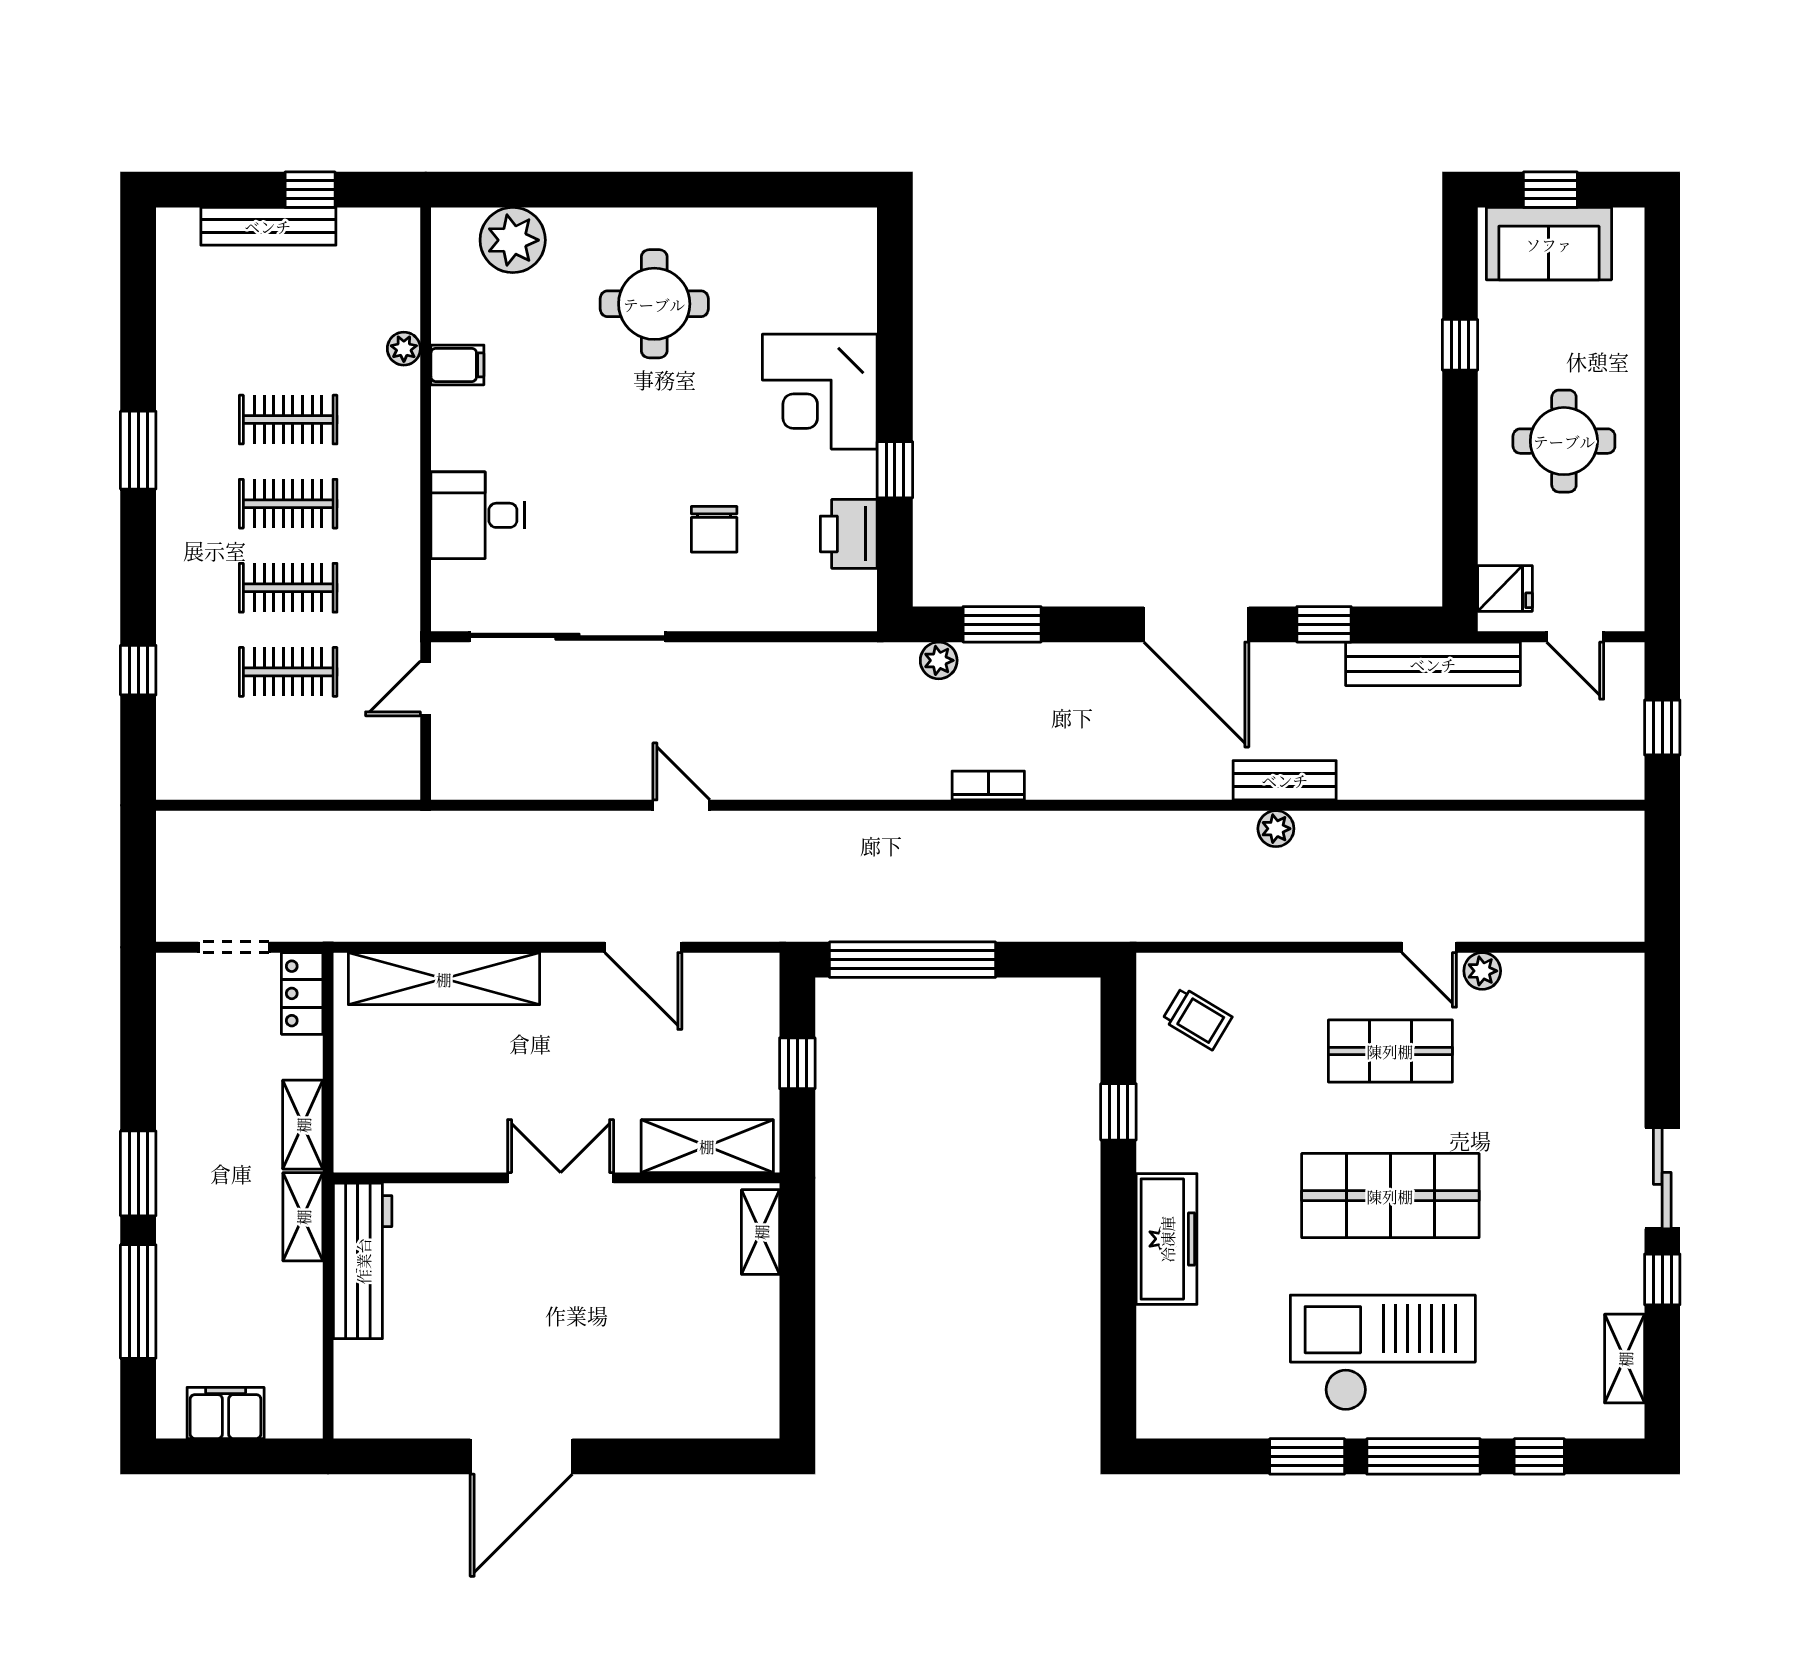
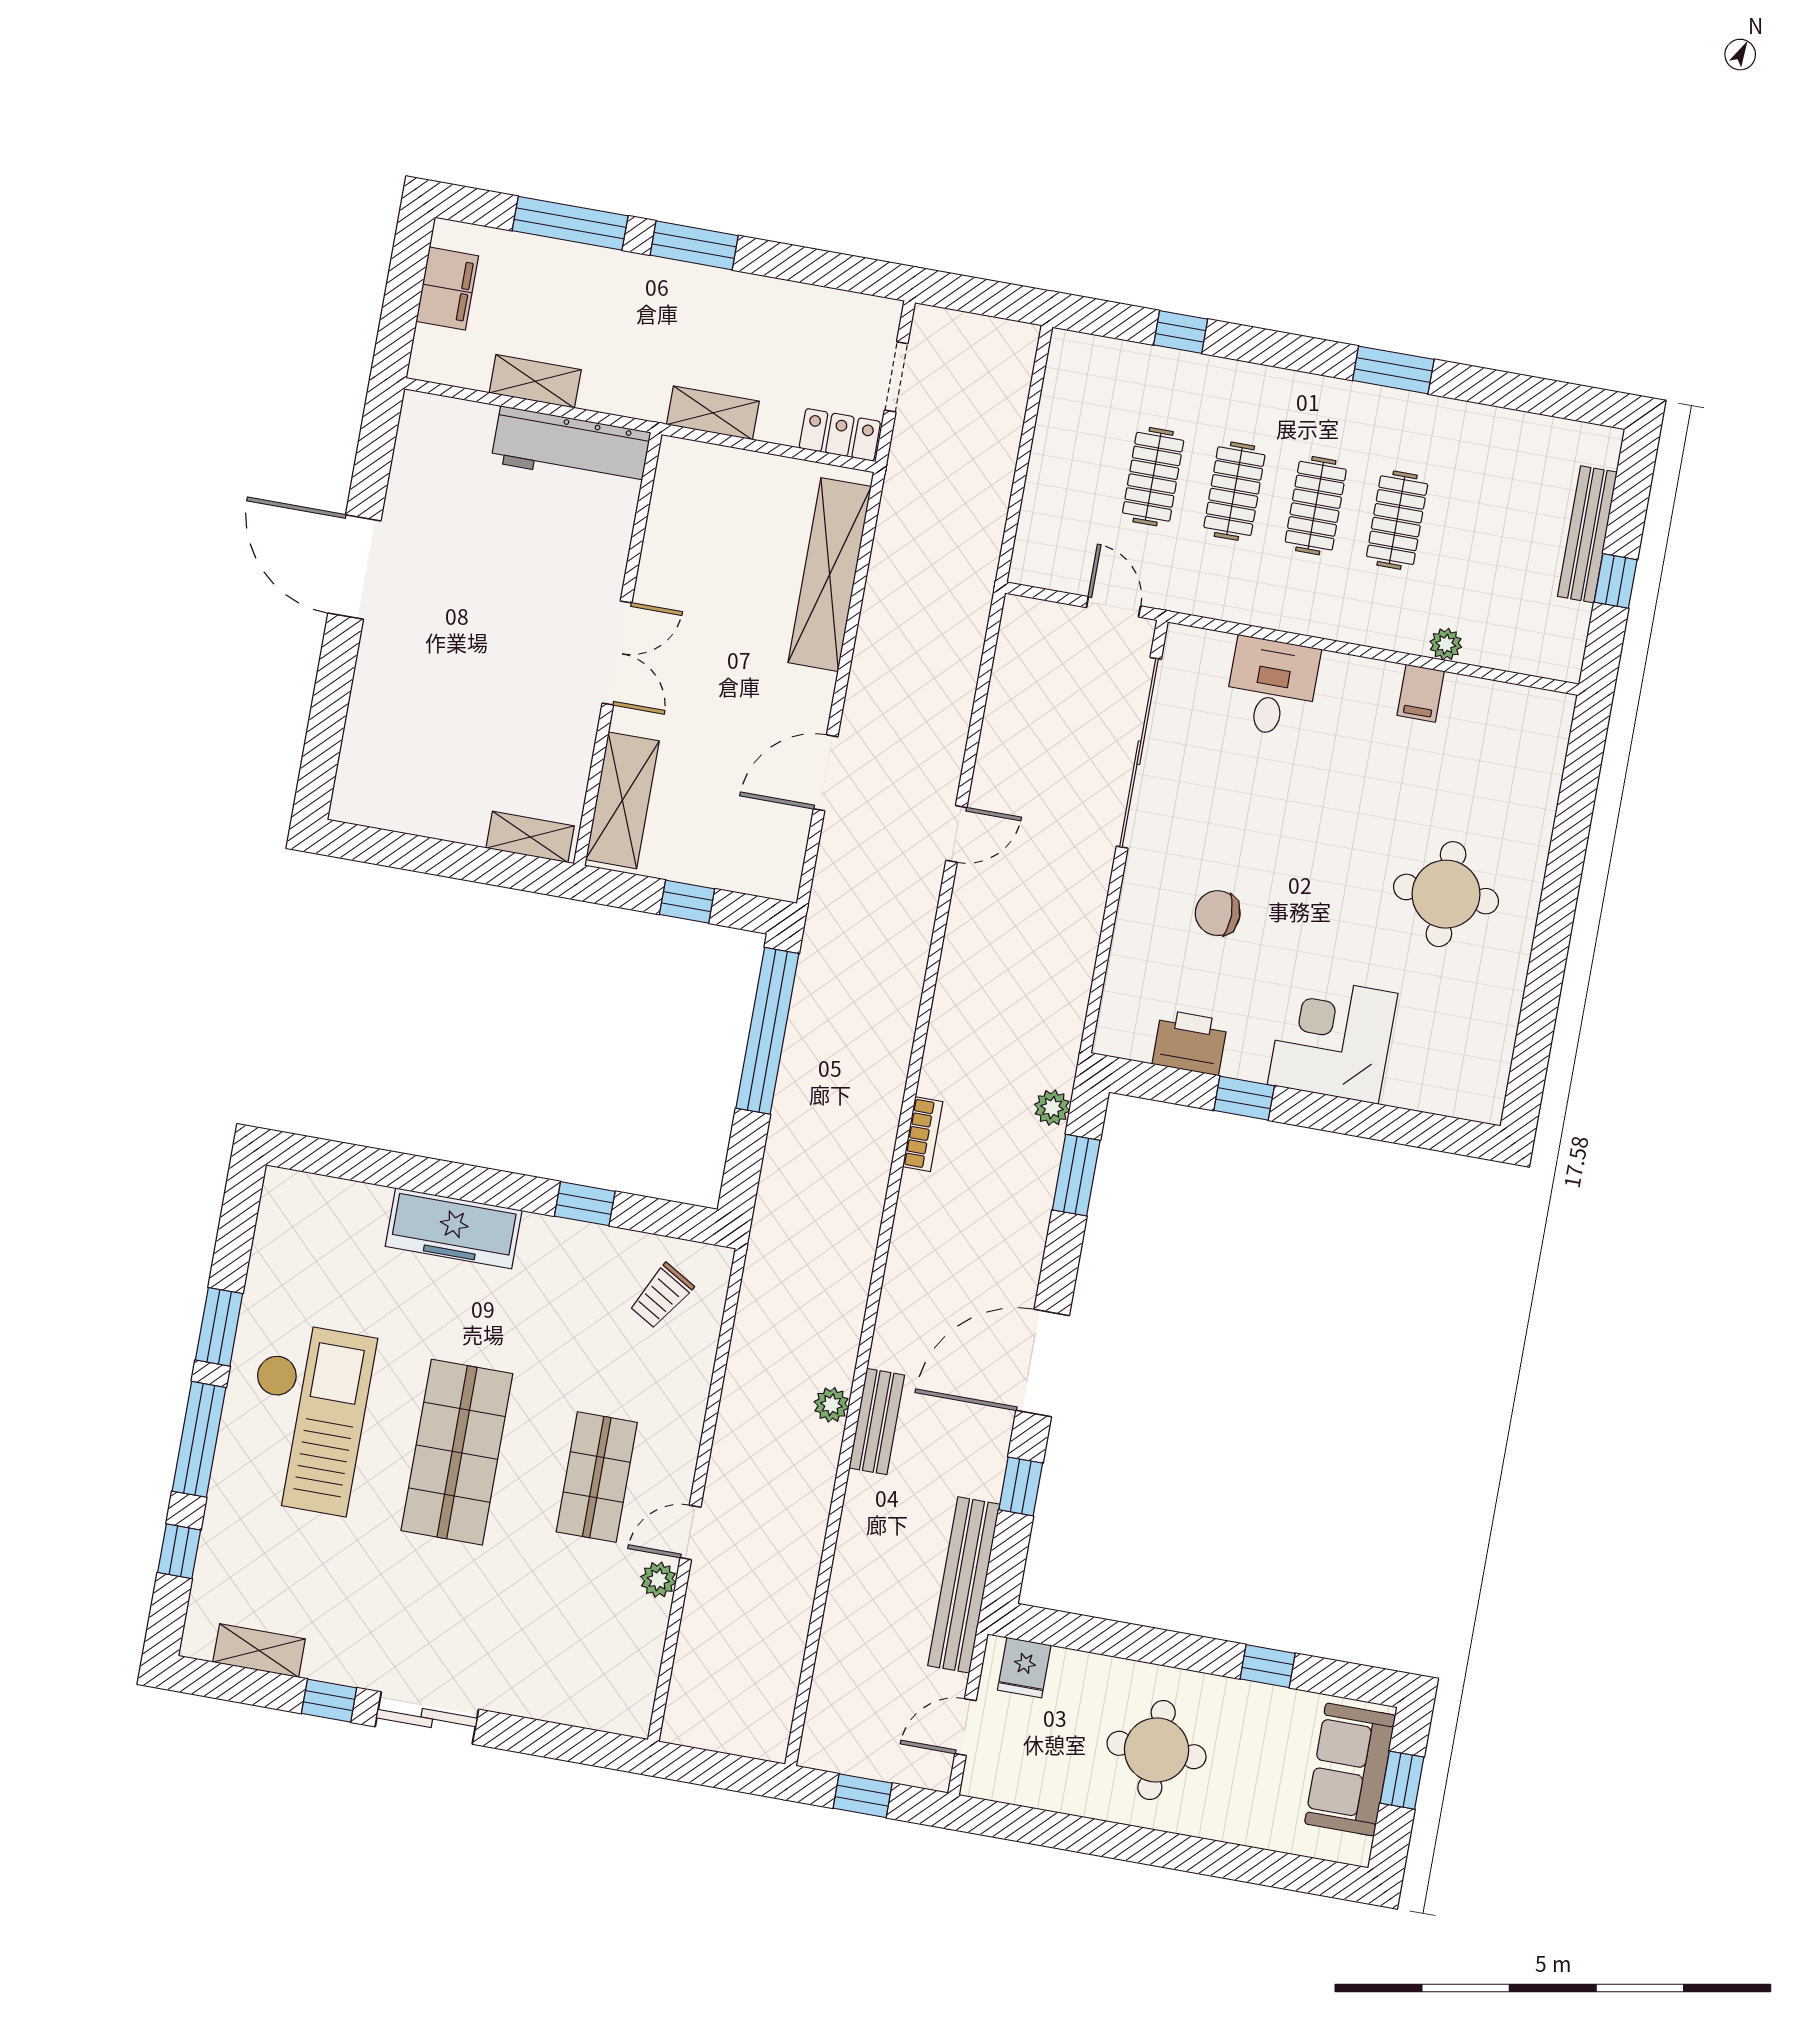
plant: (513, 240) -> (1532, 768), removed
shelving: (303, 1217) -> (535, 381), moved

